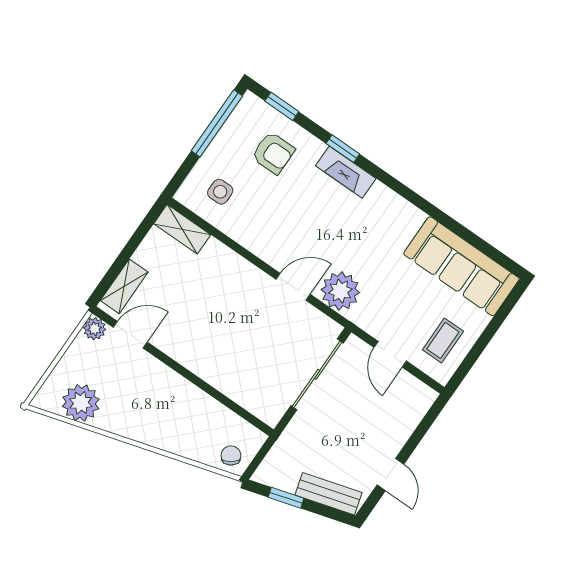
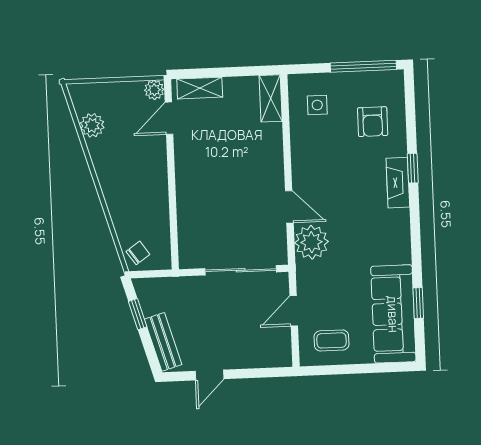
window: (282, 106) -> (418, 303), moved
door: (130, 335) -> (169, 118), swing flipped
plant: (81, 403) -> (92, 125), width x0.73, depth x0.73

